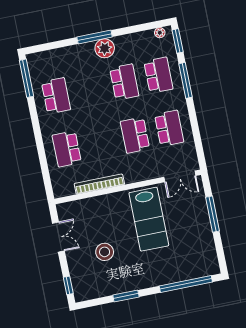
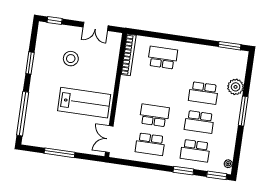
plant: (105, 48) -> (236, 87), moved
window: (26, 78) -> (230, 46), width x0.69
window: (185, 80) -> (183, 171), width x0.69
school desk: (56, 96) -> (203, 93), moved
bookcase: (99, 184) -> (128, 55), moved
window: (212, 214) -> (60, 153), moved
lab bench: (149, 219) -> (84, 103), turned 180

